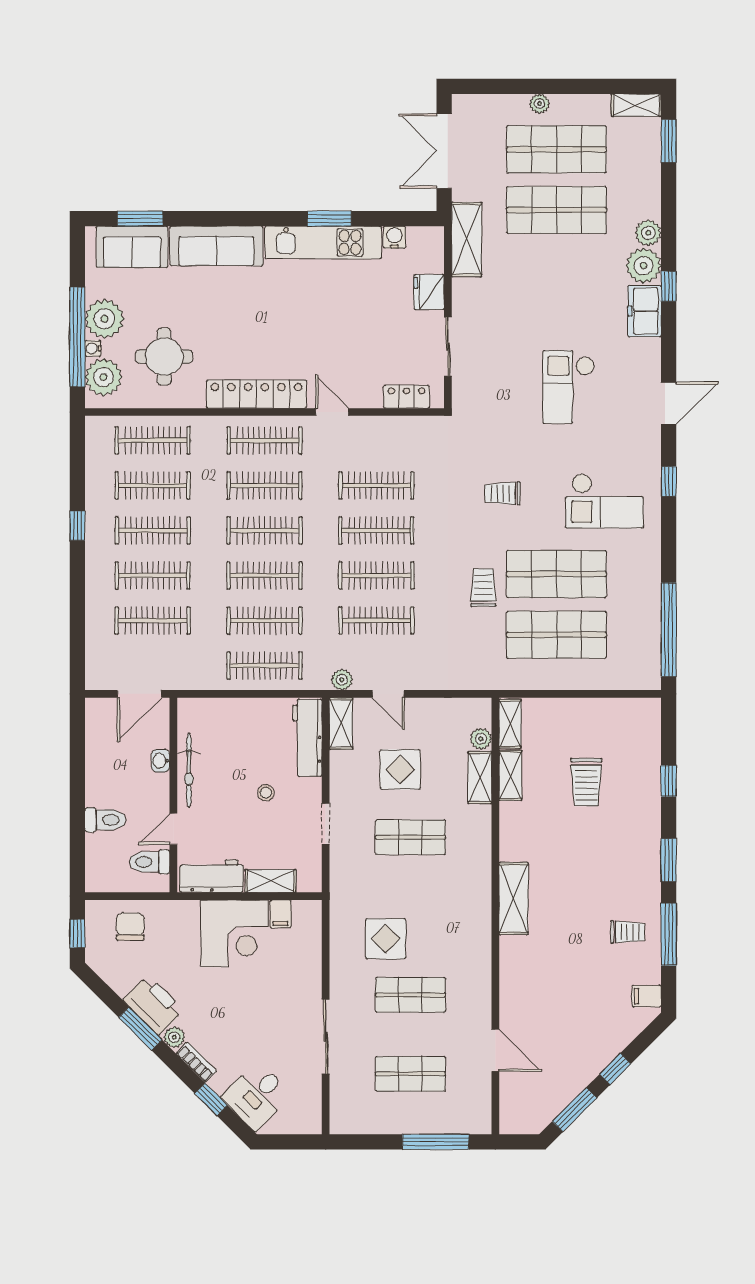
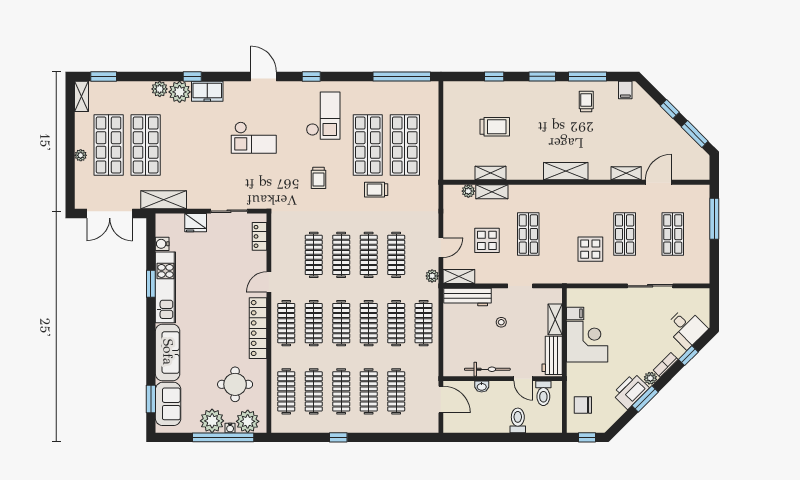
shelving: (510, 724) -> (626, 173), moved

